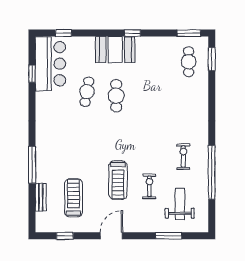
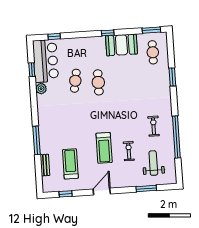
booth: (115, 50) -> (121, 45), moved
window: (212, 59) -> (172, 77), moved
plant: (42, 99) -> (41, 89), added

